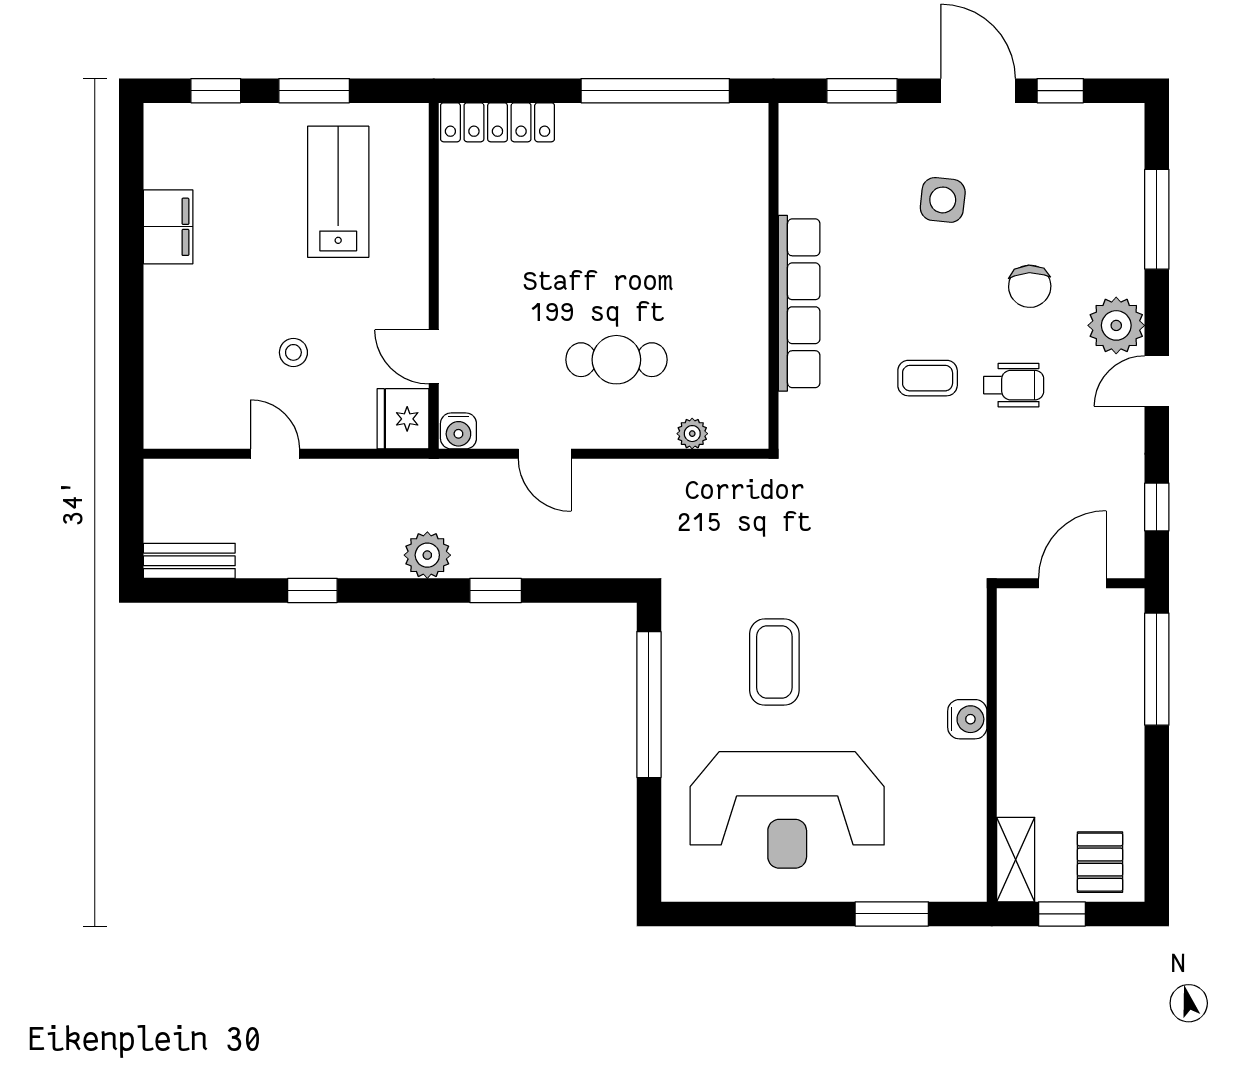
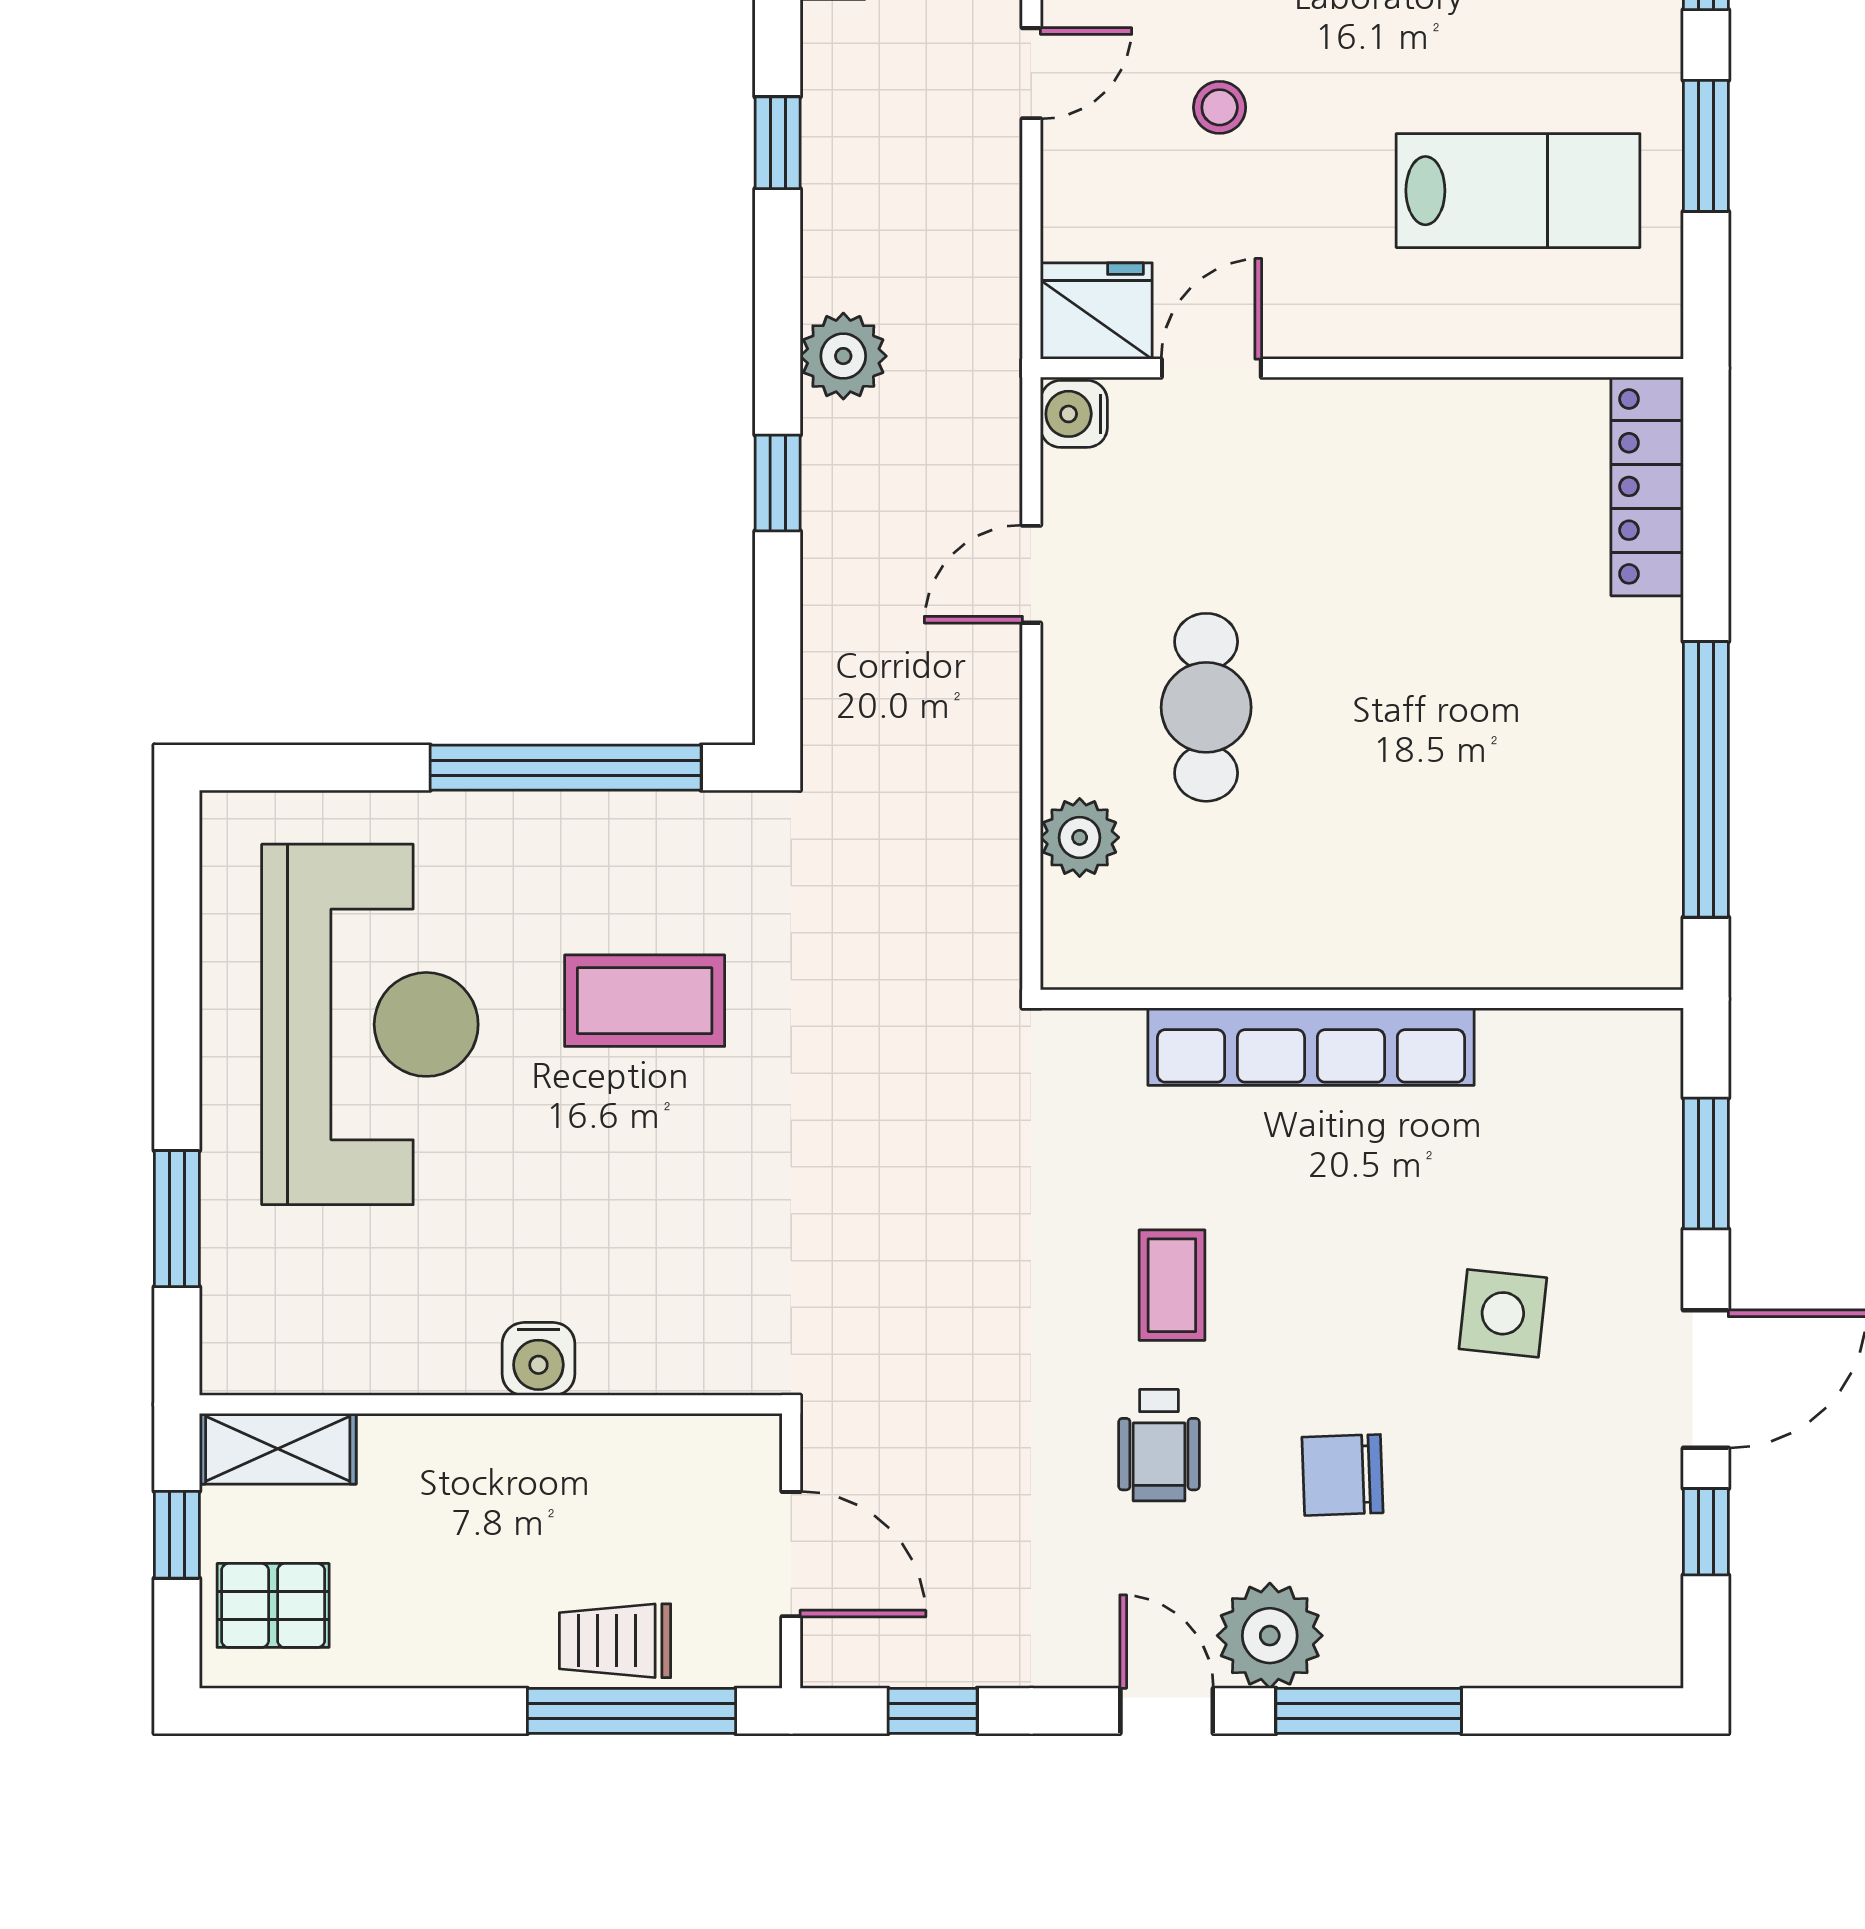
window: (1157, 219) -> (1369, 1711), moved
plant: (692, 434) -> (1080, 837), width x1.38, depth x1.38
trolley: (1119, 678) -> (615, 1641), added
reception desk: (787, 810) -> (370, 1024), turned 180

